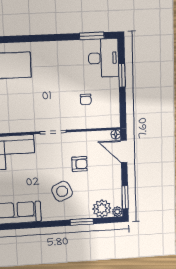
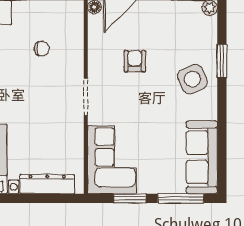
side table: (62, 191) -> (192, 79), moved
plant: (102, 209) -> (204, 31), removed

